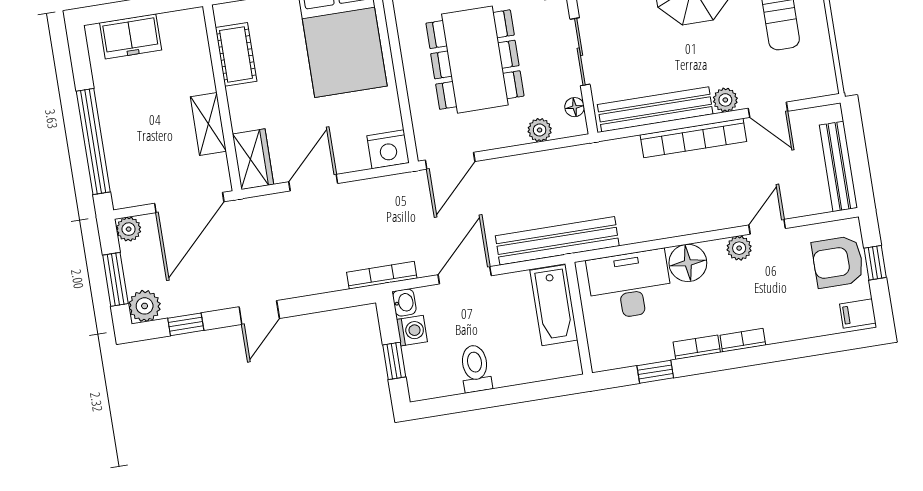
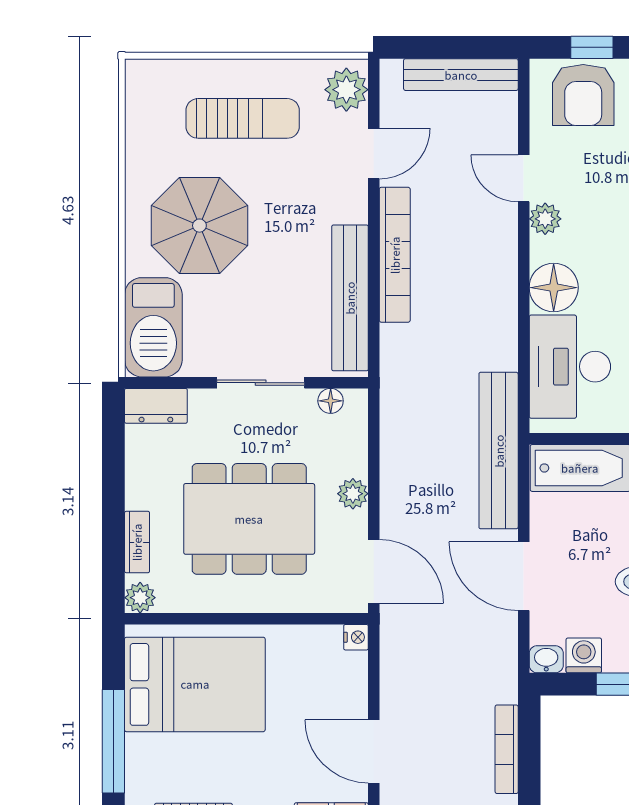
plant: (725, 100) -> (346, 90), moved, width x1.38, depth x1.38
plant: (540, 130) -> (353, 494), moved
nightstand: (388, 149) -> (356, 637), width x0.53, depth x0.56
bookcase: (382, 275) -> (507, 749), moved

